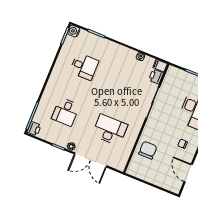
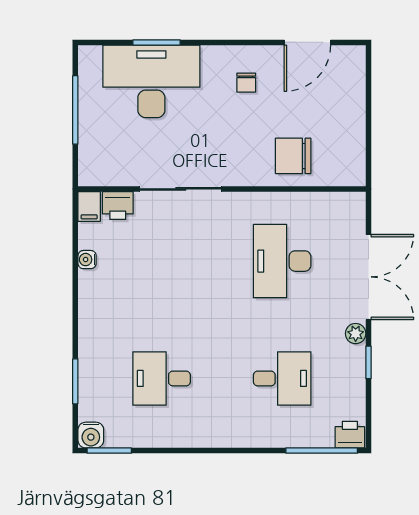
desk: (84, 66) -> (162, 378), turned -90

